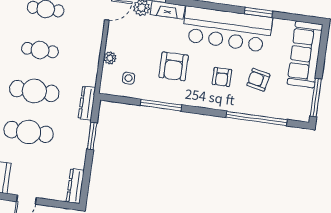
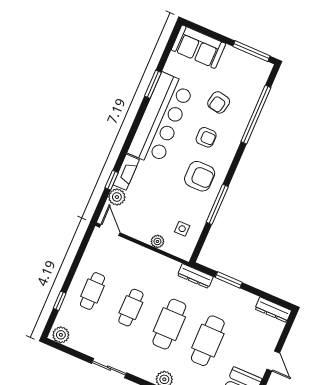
sofa: (305, 54) -> (198, 47), width x0.73
armchair: (174, 66) -> (200, 176), moved

